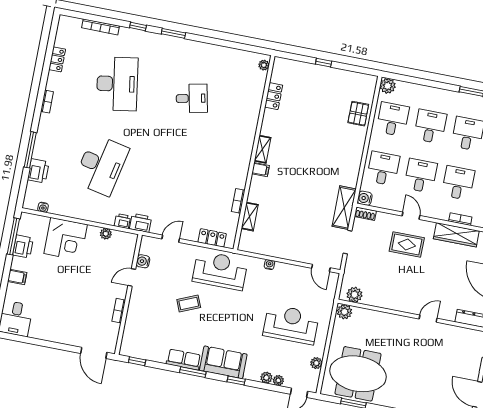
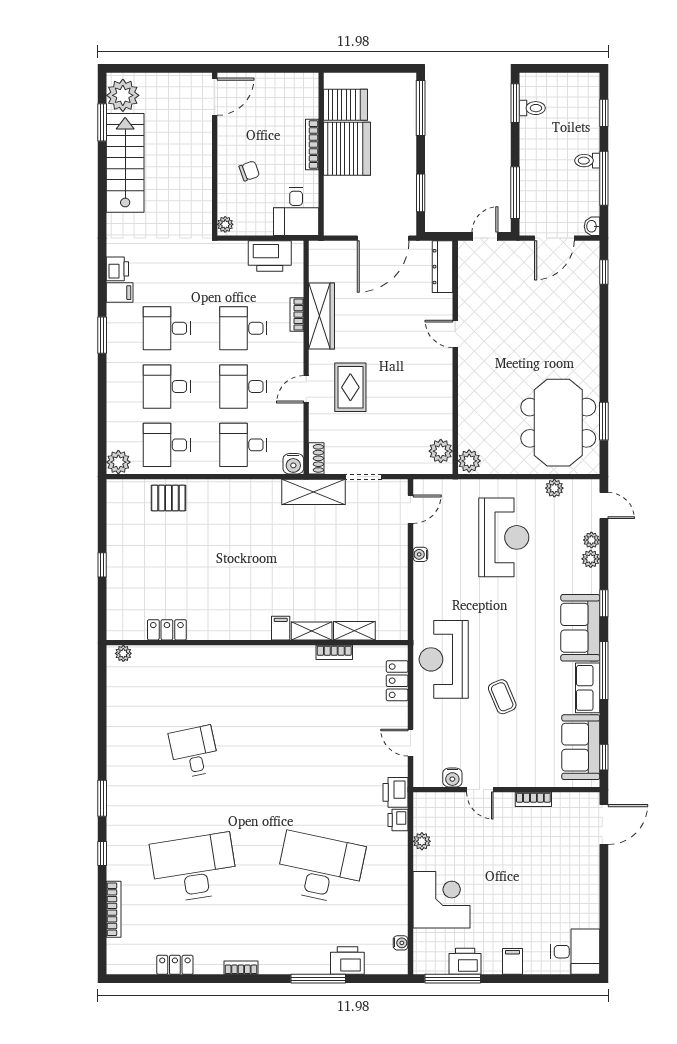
shelving: (263, 149) -> (312, 631), moved
water cooler: (269, 265) -> (420, 554), moved
reception desk: (291, 324) -> (504, 537), turned 180
sofa: (146, 348) -> (581, 747), added
window: (193, 372) -> (604, 671), width x1.44

